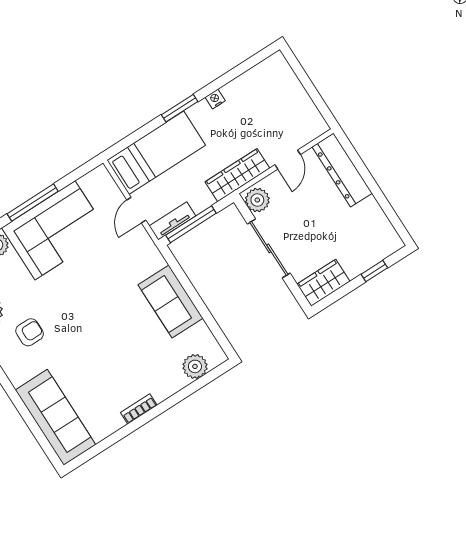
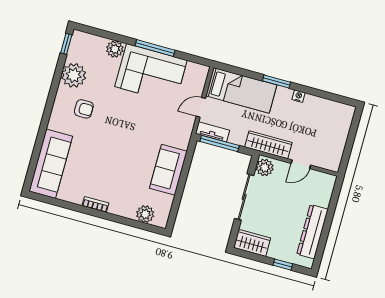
dresser: (342, 170) -> (312, 232), moved

